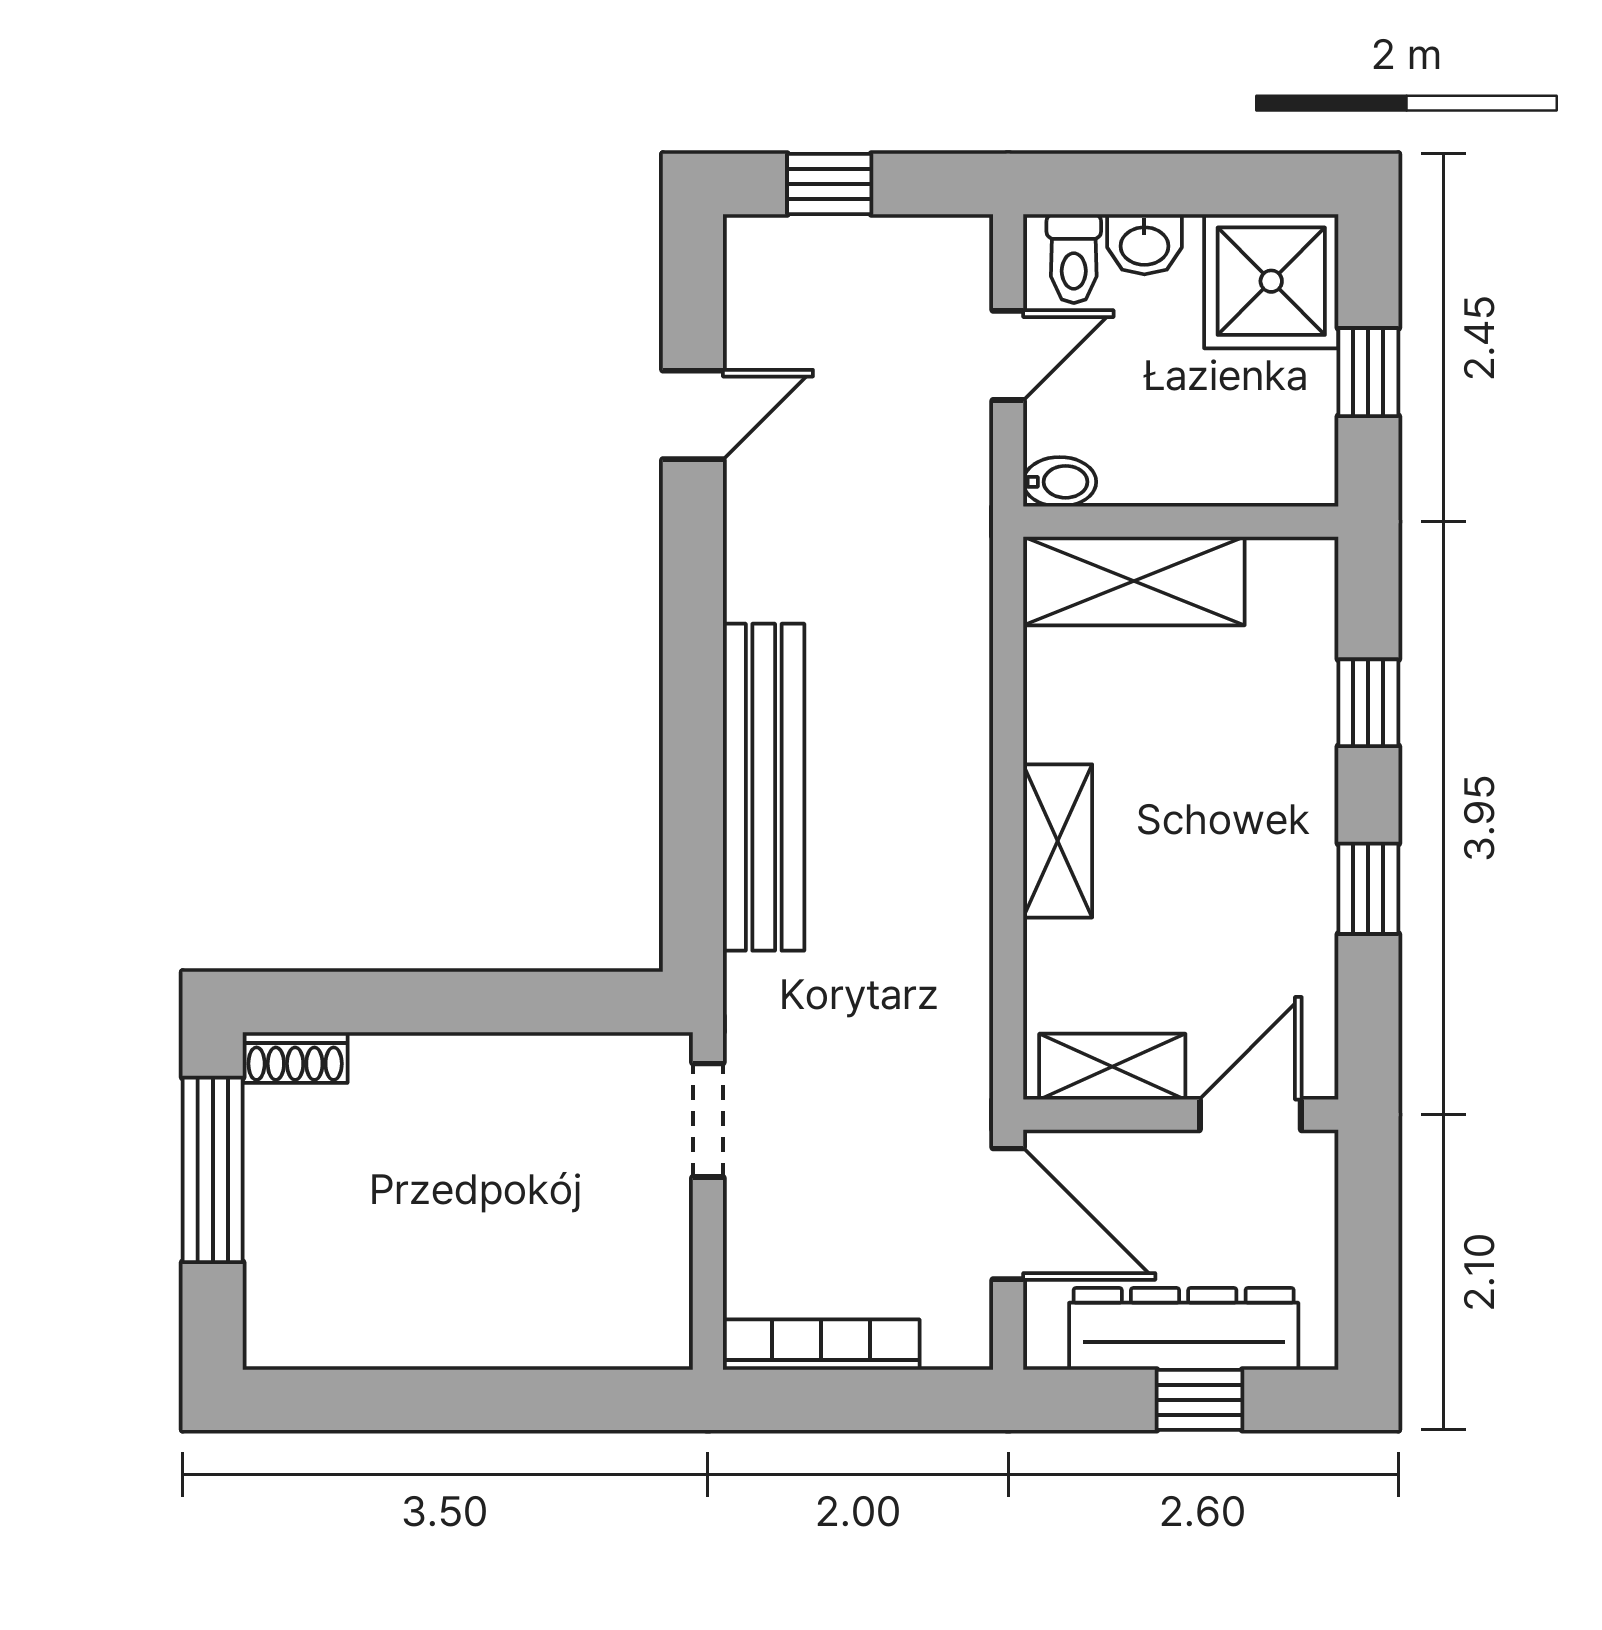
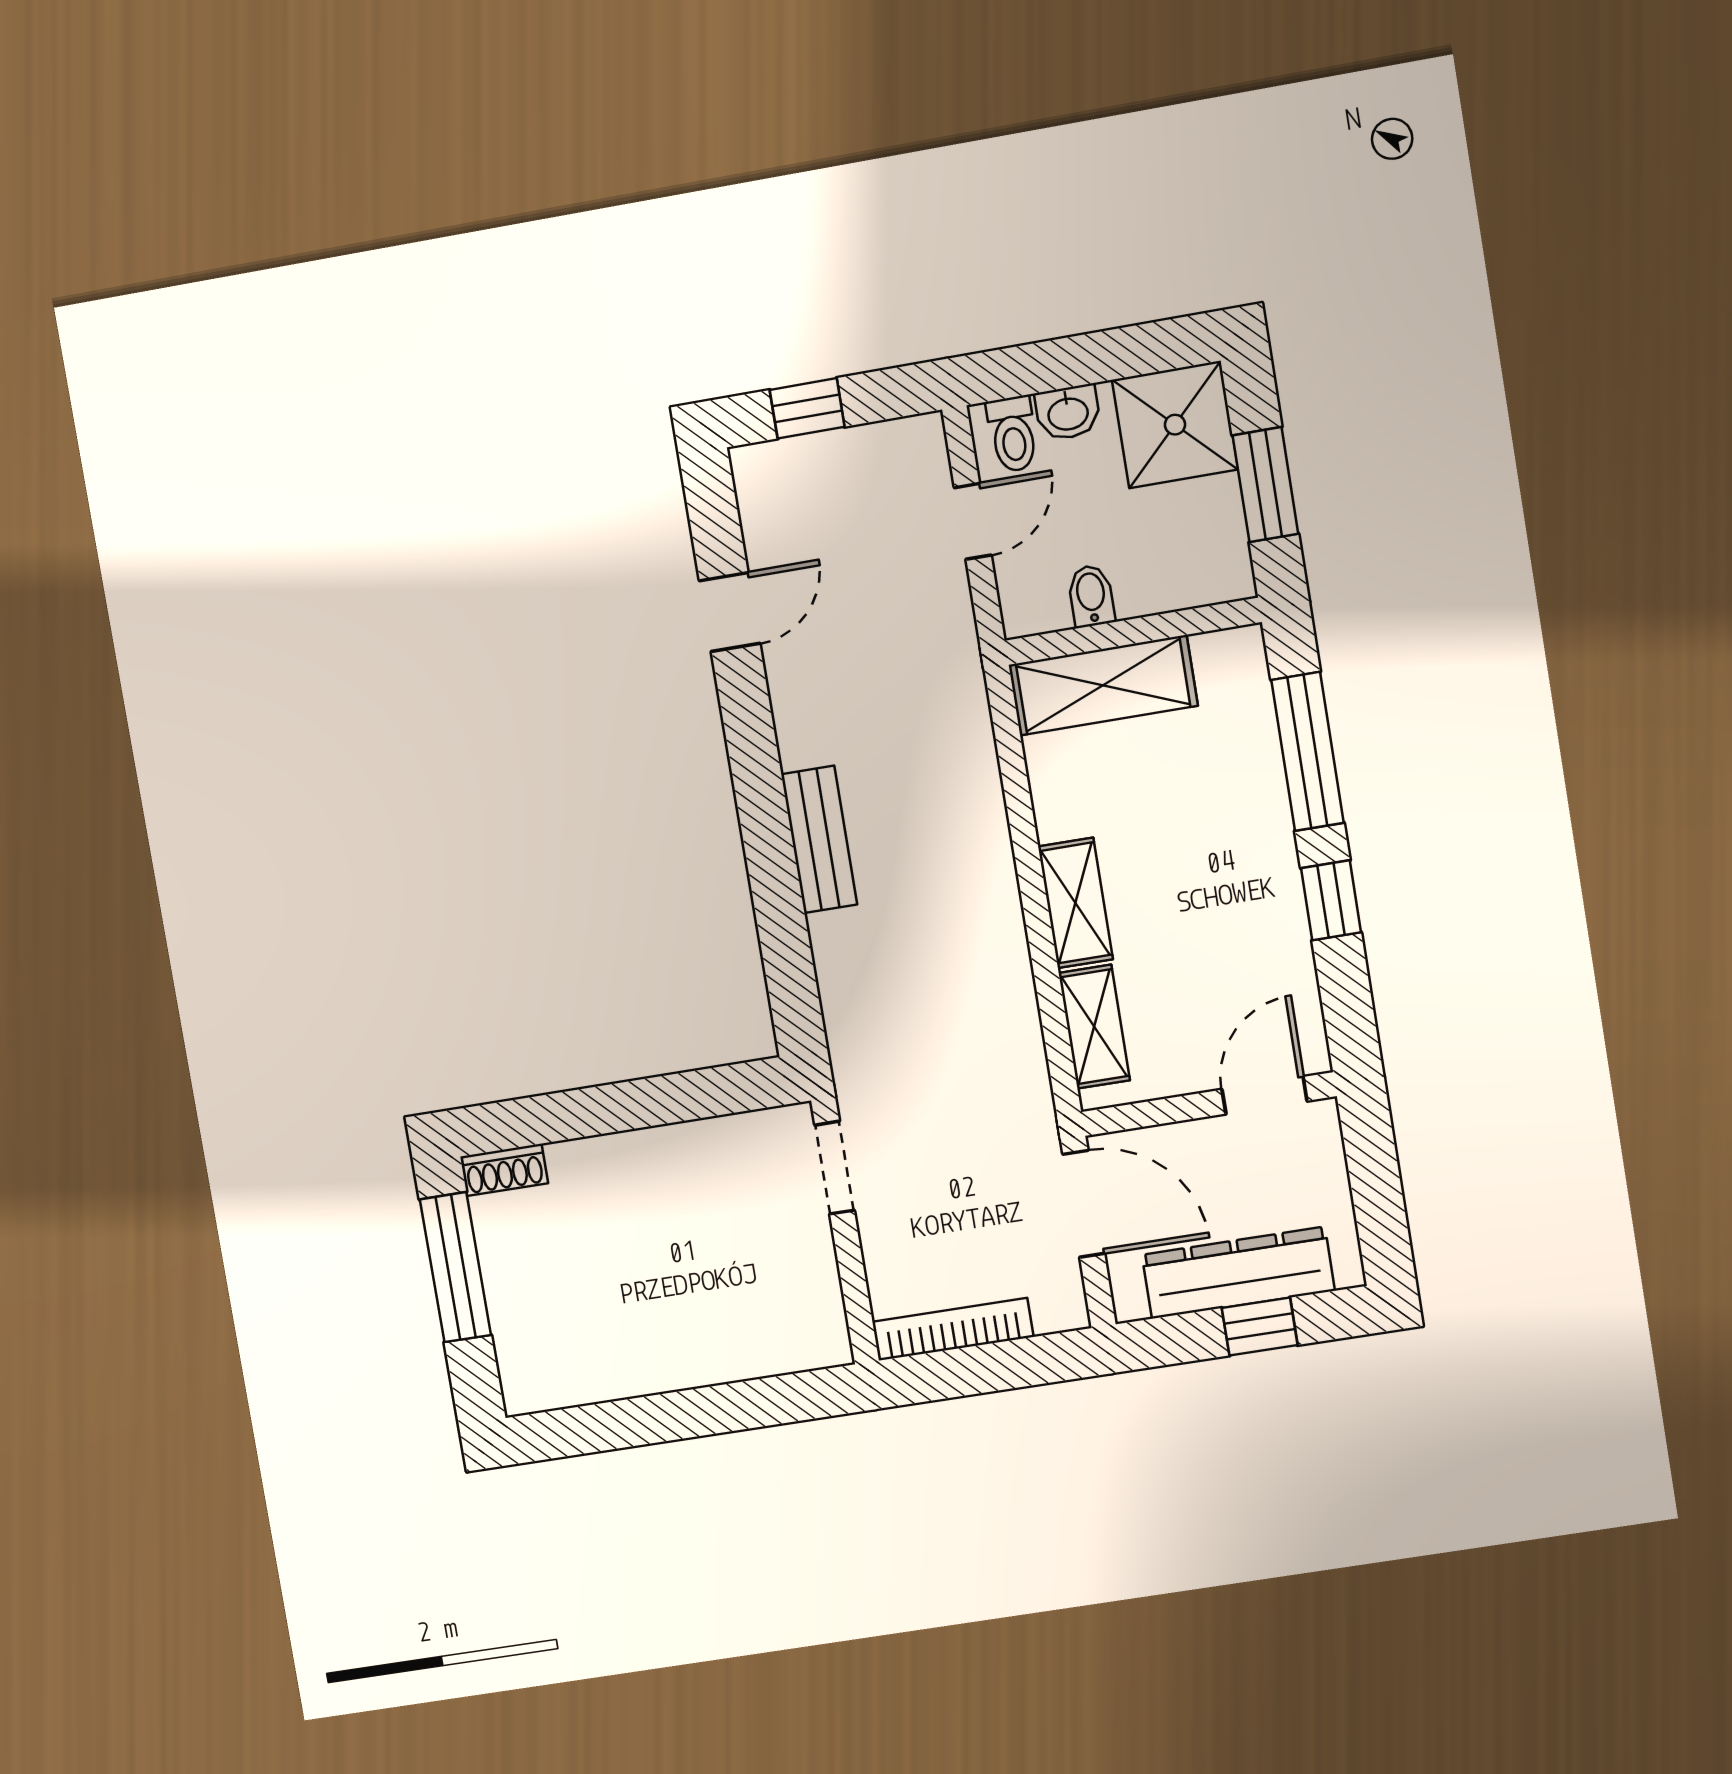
window: (1368, 372) -> (1265, 485), width x1.50
bidet: (1060, 482) -> (1091, 596), moved, turned -90
window: (1368, 703) -> (1307, 751), width x2.17
bench: (764, 787) -> (819, 839), width x0.54, depth x0.82
shelving: (1112, 1067) -> (1094, 1027), moved, turned 90

